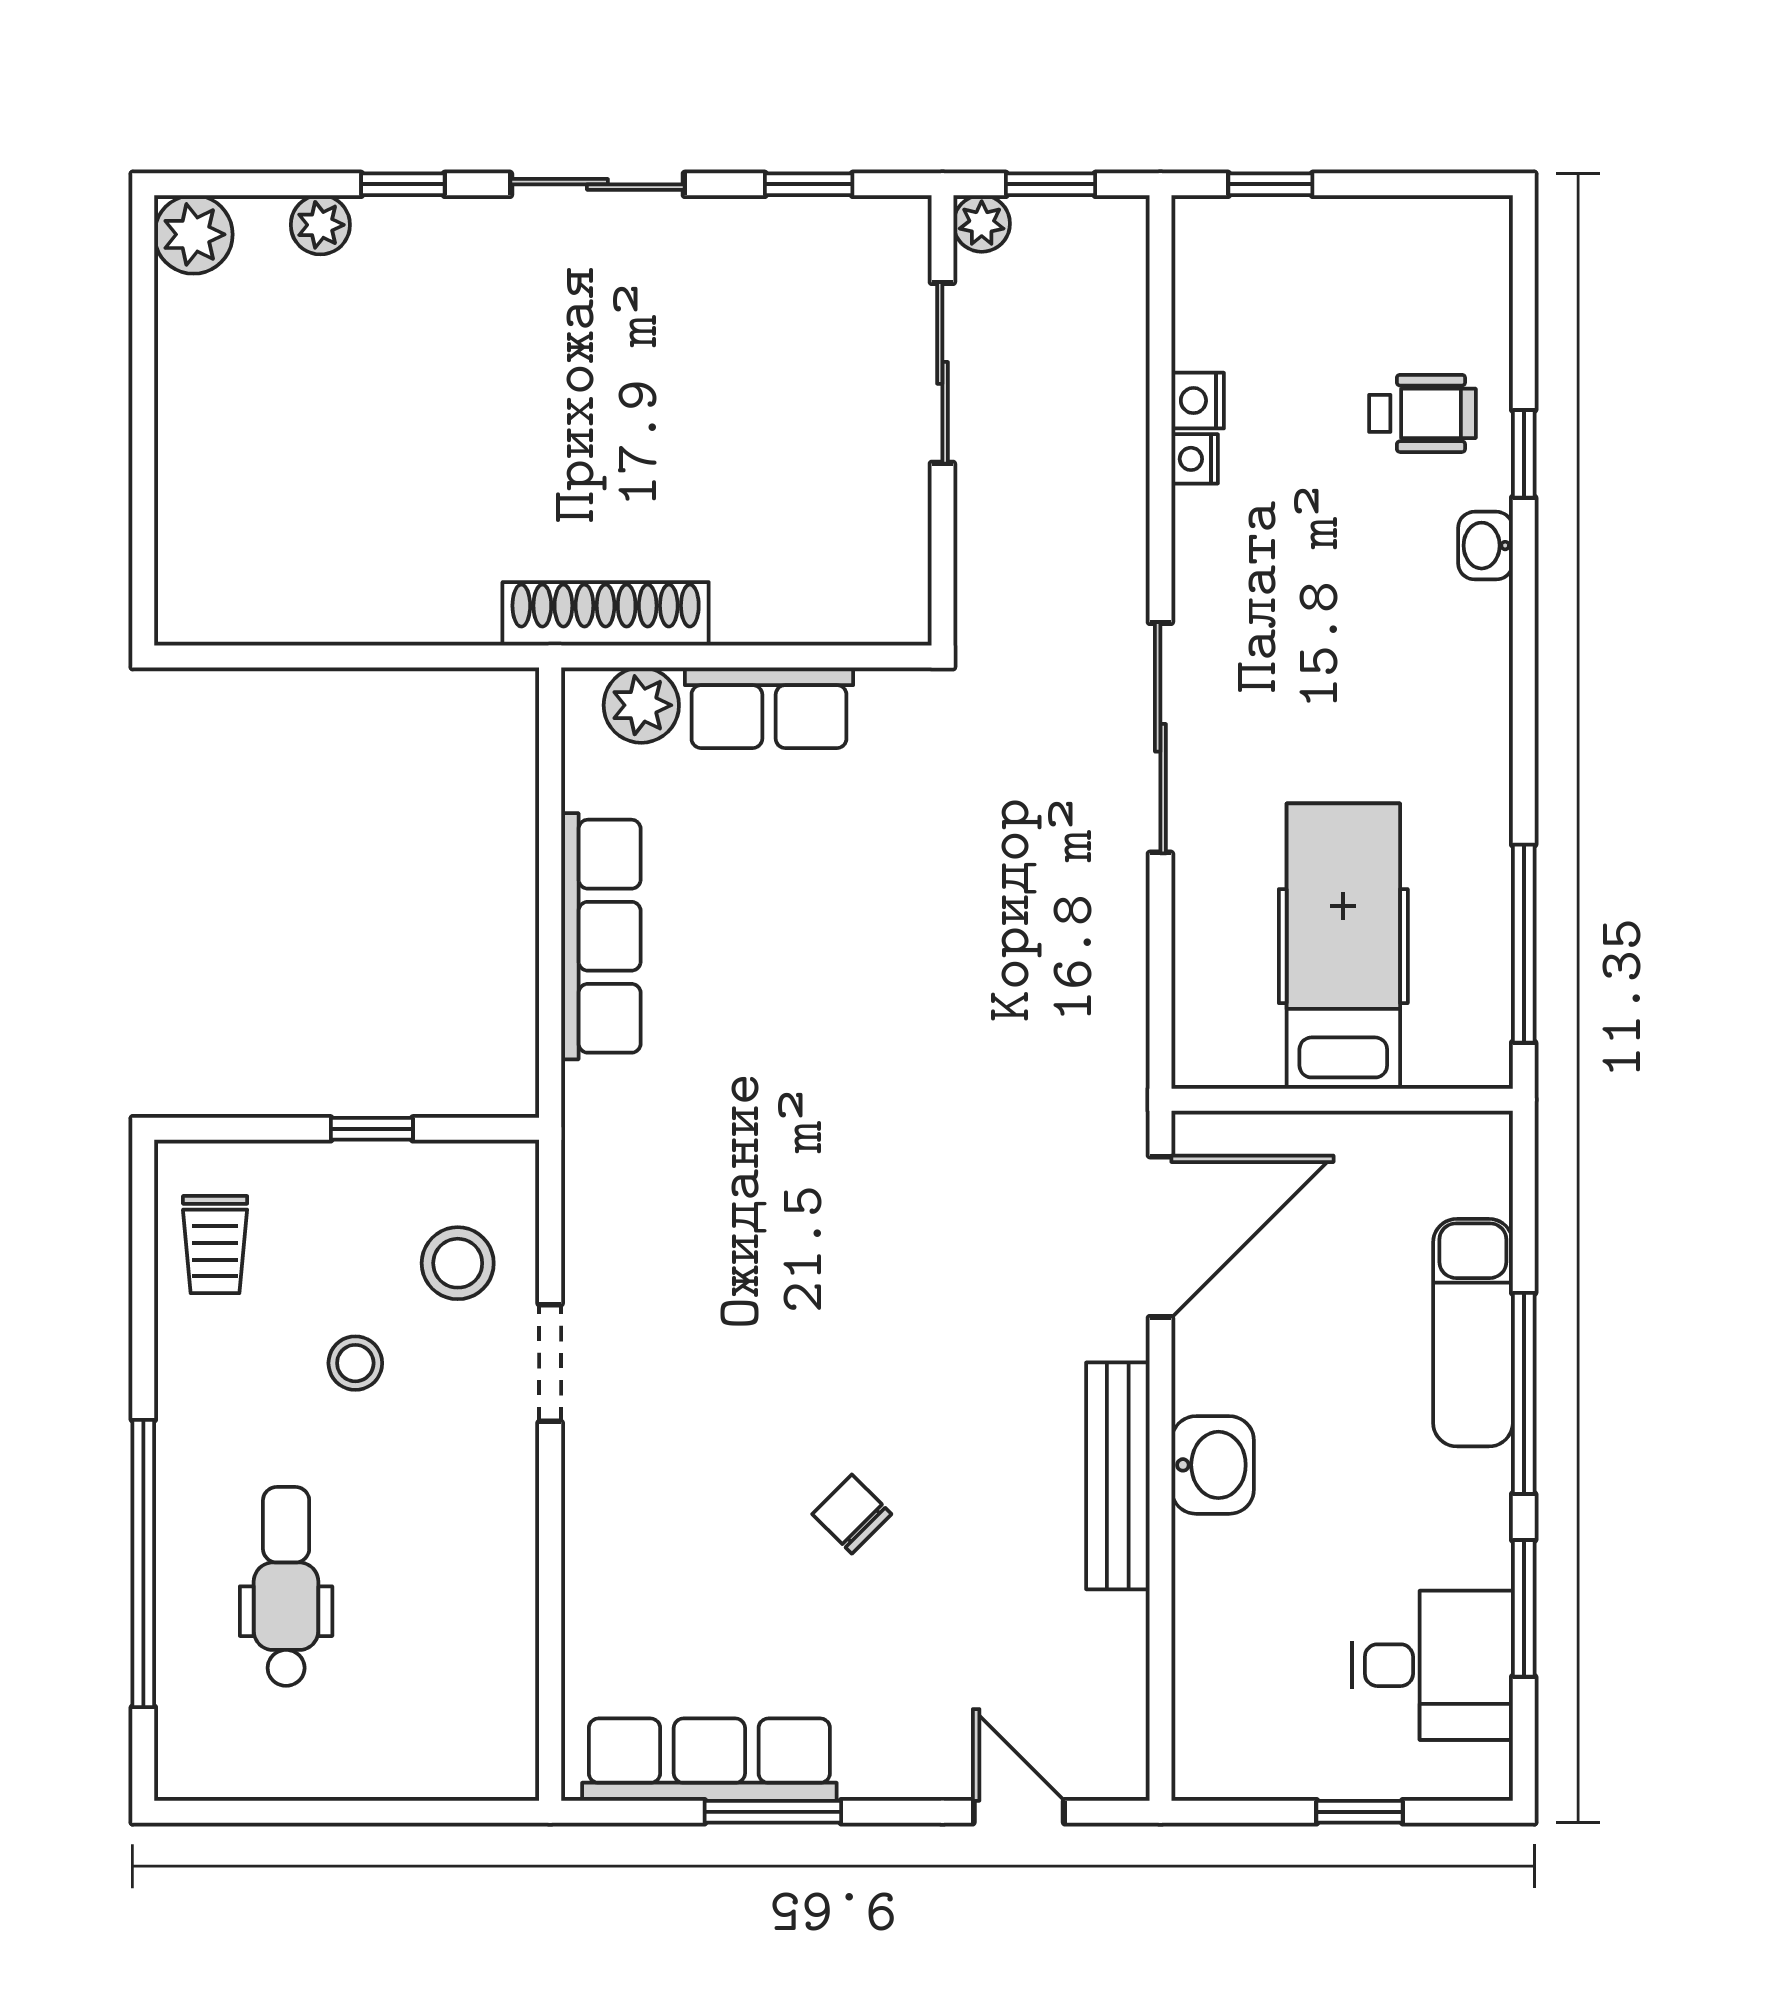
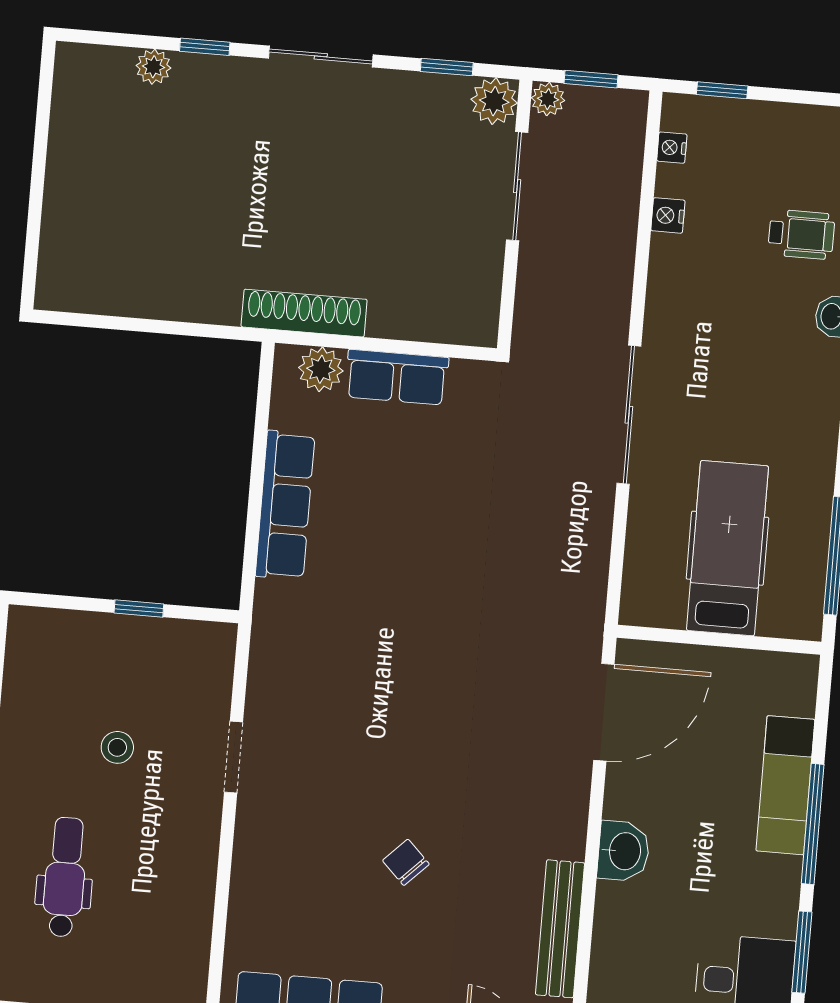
plant: (193, 234) -> (494, 101), moved
nightstand: (1195, 459) -> (672, 148), moved
trolley: (215, 1245) -> (40, 670), removed
stool: (458, 1263) -> (183, 693), removed
bench: (1118, 1476) -> (560, 929), moved

